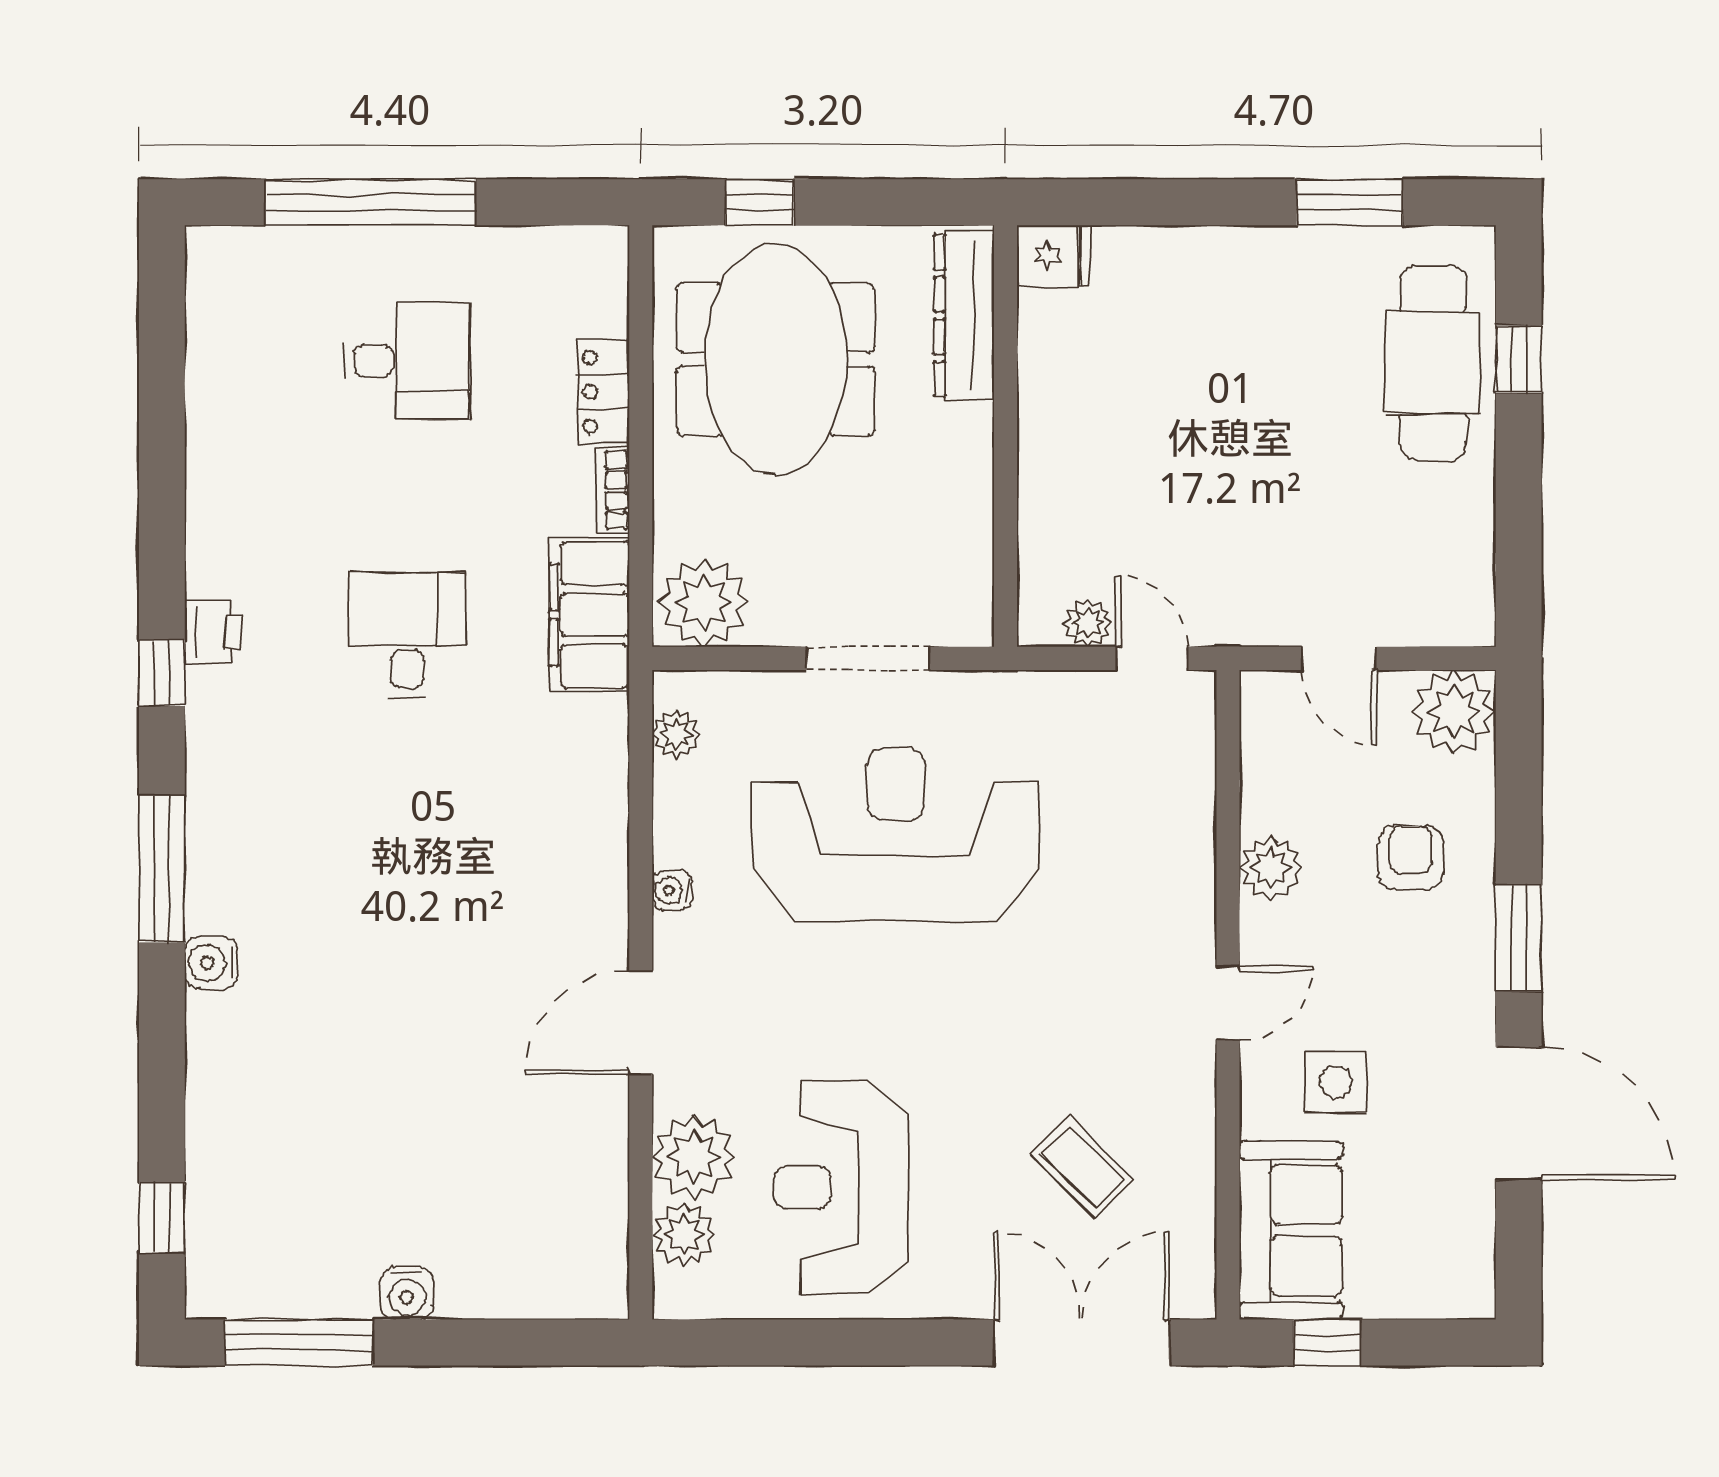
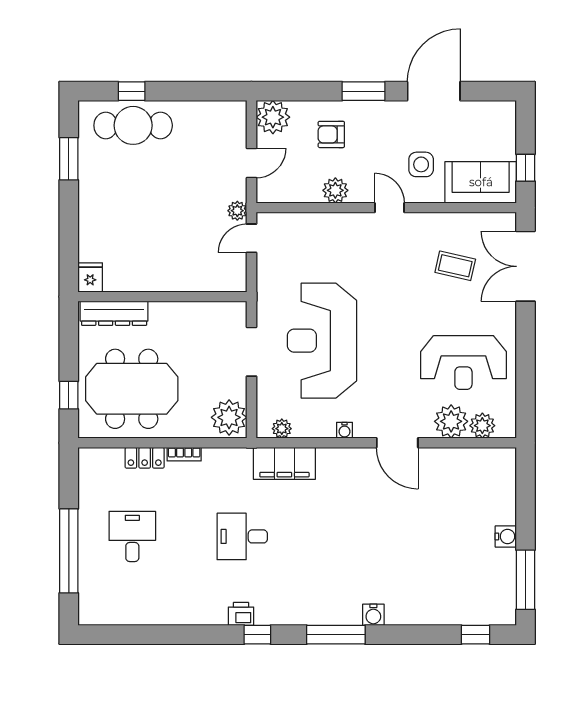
filing cabinet: (589, 615) -> (284, 463), moved
plant: (1088, 623) -> (237, 211), moved
coffee table: (1083, 1167) -> (455, 266), turned 58

